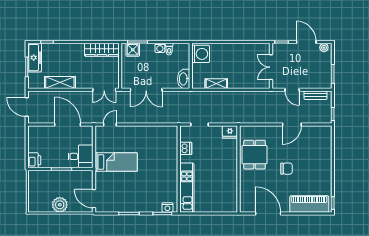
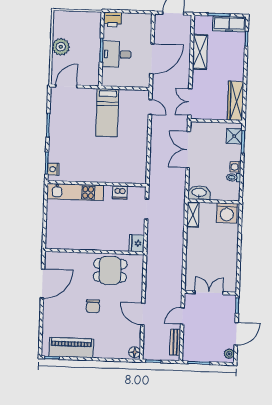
shelving: (216, 84) -> (193, 215), moved
floor lamp: (326, 131) -> (135, 352), added
desk: (81, 156) -> (117, 54), moved, turned 90
piano: (309, 204) -> (71, 348), moved, turned -90

